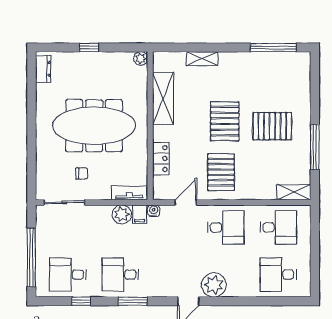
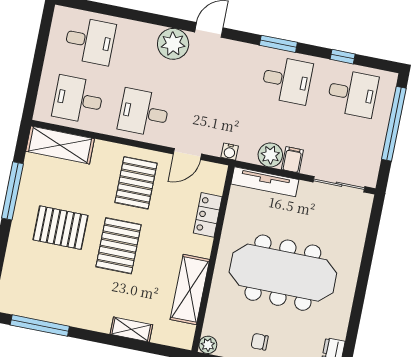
chair: (82, 173) -> (260, 342), moved
shelving: (294, 192) -> (60, 145), width x1.50, depth x1.33
tv unit: (129, 193) -> (265, 182), width x1.41
filing cabinet: (140, 214) -> (292, 160), moved

